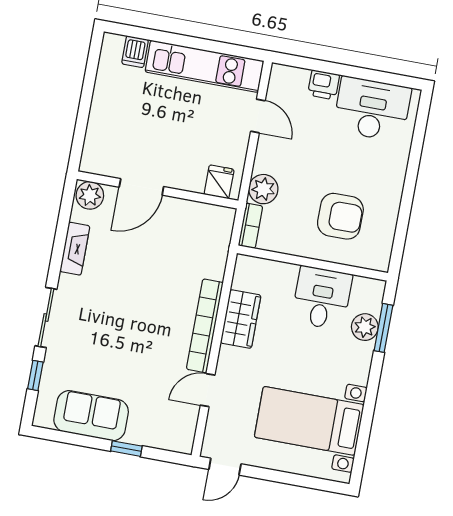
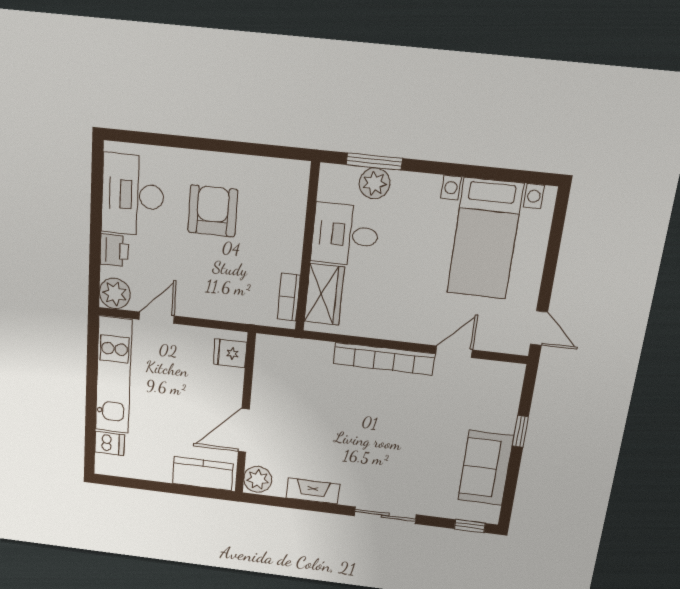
kitchen counter: (98, 141) -> (203, 474), added
door: (141, 187) -> (244, 430), swing flipped
plant: (263, 189) -> (115, 294), moved
armchair: (340, 216) -> (213, 211), moved
bookcase: (251, 226) -> (289, 297), moved, turned -90
wardrobe: (241, 319) -> (324, 294), moved, turned 90
window: (35, 375) -> (470, 526), moved
door: (208, 390) -> (454, 352), swing flipped

